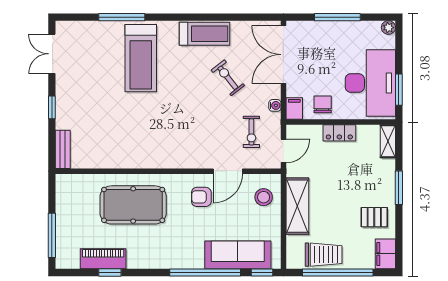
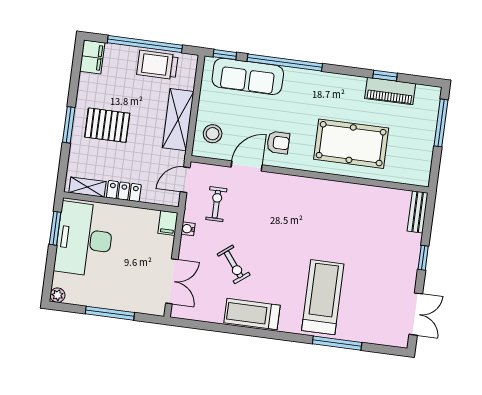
double door: (283, 55) -> (172, 281), width x0.73
chair: (323, 104) -> (137, 223), removed
shelving: (388, 141) -> (87, 187), moved, turned 90
pallet: (374, 217) -> (107, 125), moved, width x1.50, depth x1.42

